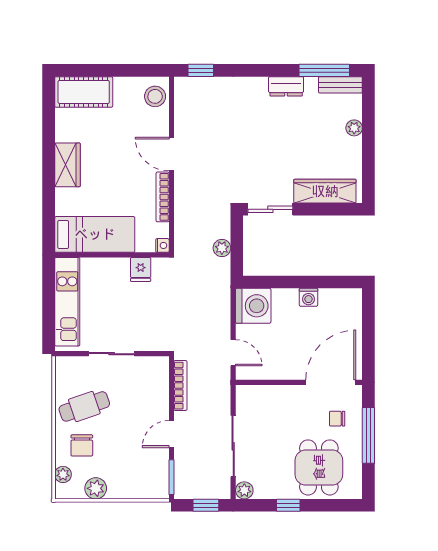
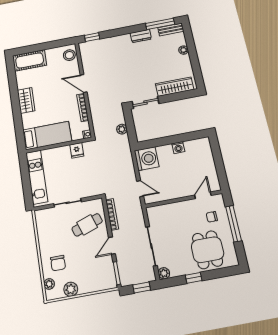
door: (331, 382) -> (203, 195), width x0.53
cafe table: (84, 406) -> (87, 225), moved

